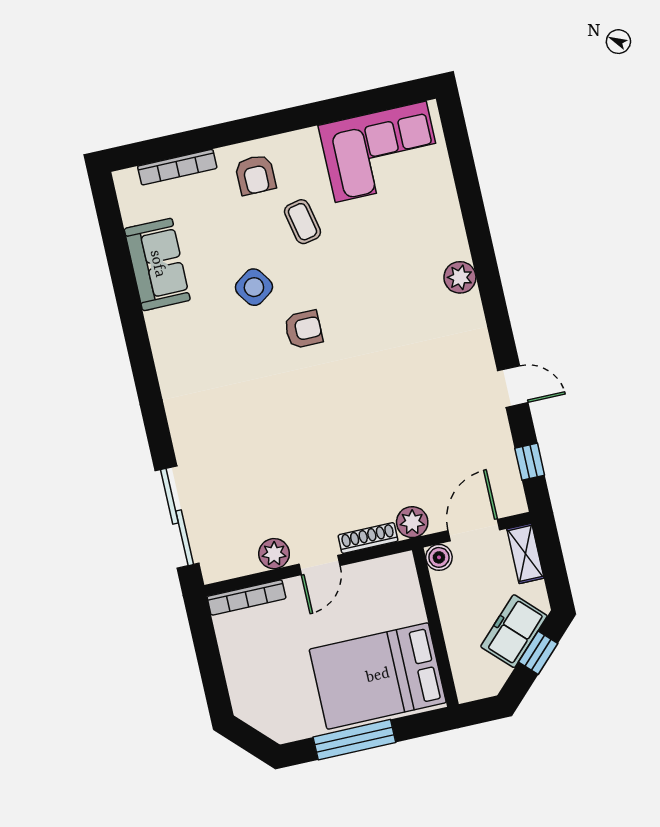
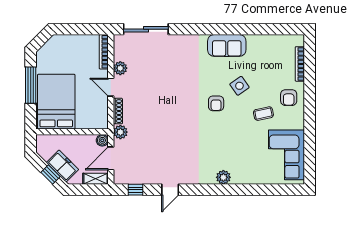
armchair: (255, 175) -> (289, 98), turned -90
sofa: (157, 264) -> (227, 45), moved
door: (474, 530) -> (111, 158), swing flipped

